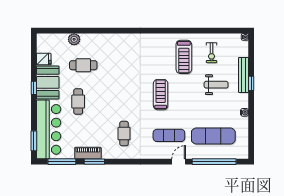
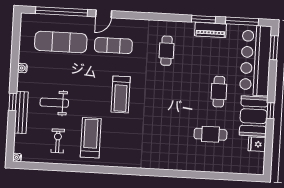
plant: (74, 39) -> (220, 166), removed

